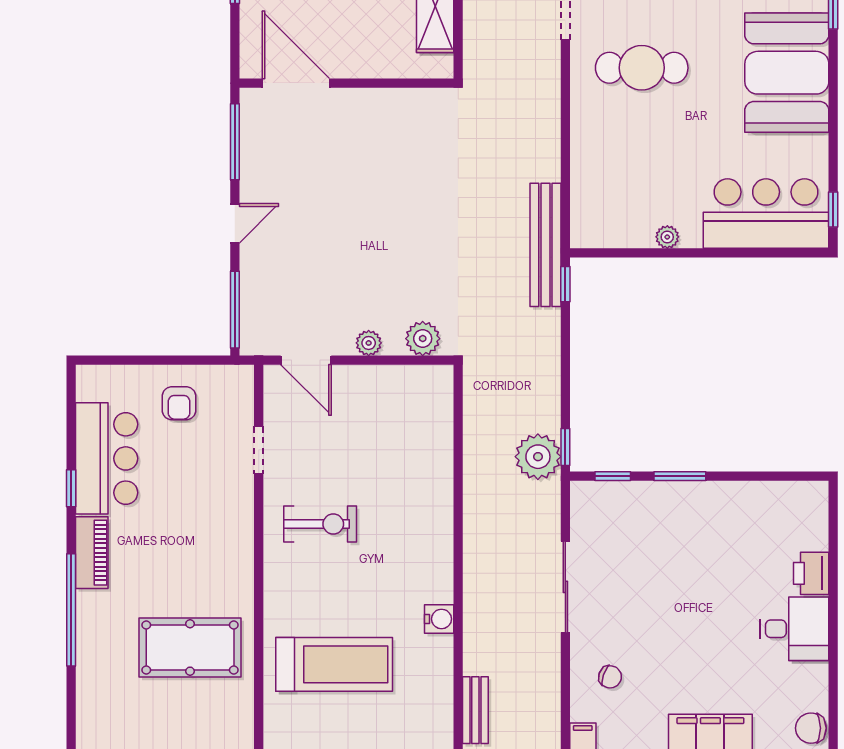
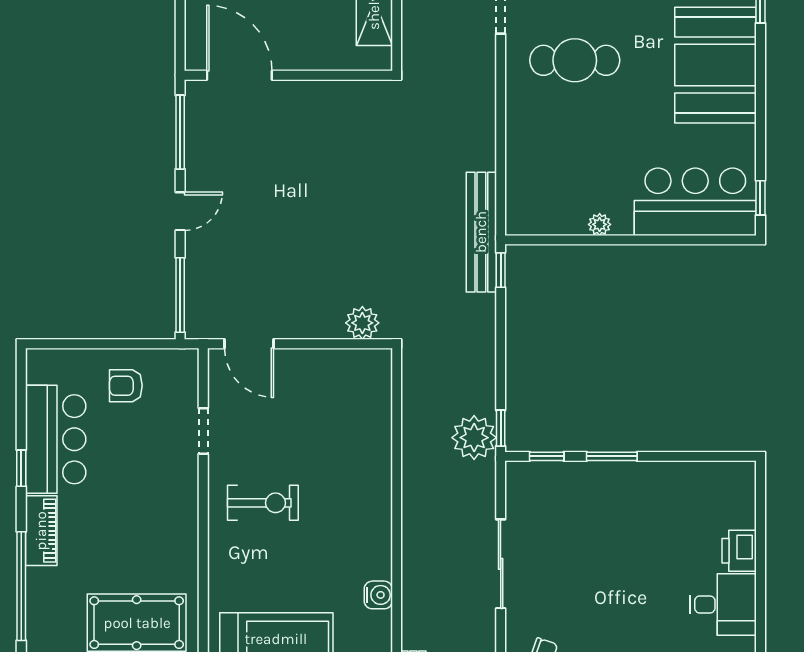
plant: (369, 343) -> (310, 327), removed
armchair: (179, 403) -> (126, 386), turned 90

